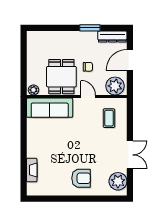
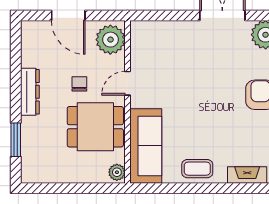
window: (90, 28) -> (16, 140), moved
dresser: (112, 36) -> (30, 92), moved
coffee table: (109, 118) -> (197, 169), moved

